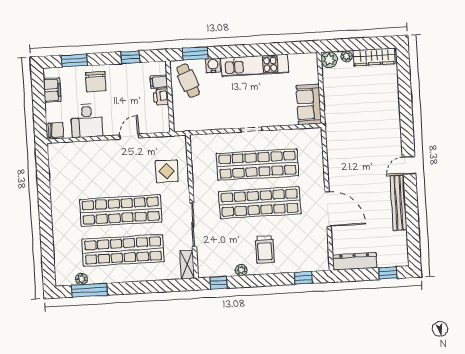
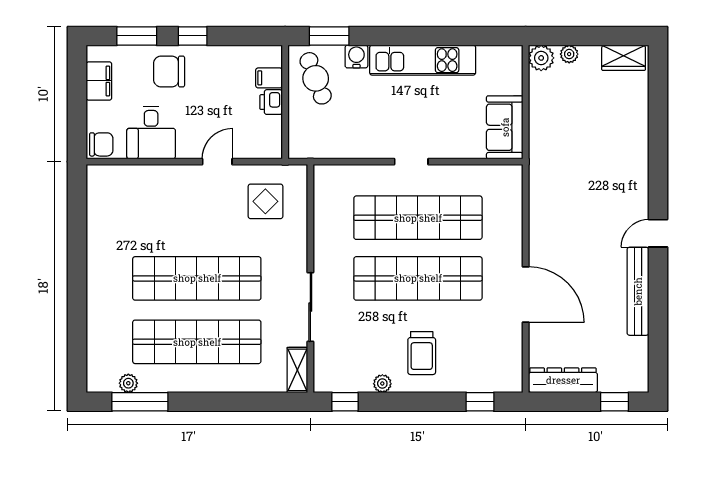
window: (130, 57) -> (193, 36), moved
wardrobe: (374, 57) -> (624, 58), width x0.67
chair: (96, 82) -> (169, 71), turned 90
display table: (167, 171) -> (265, 201), moved

